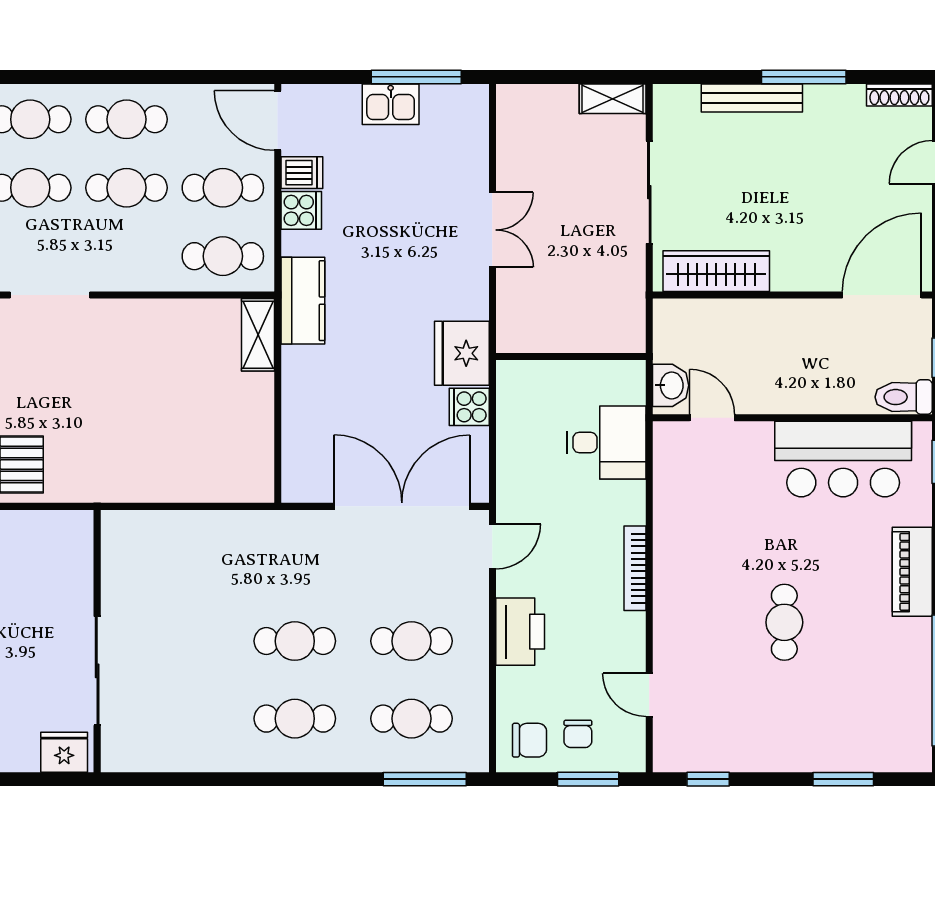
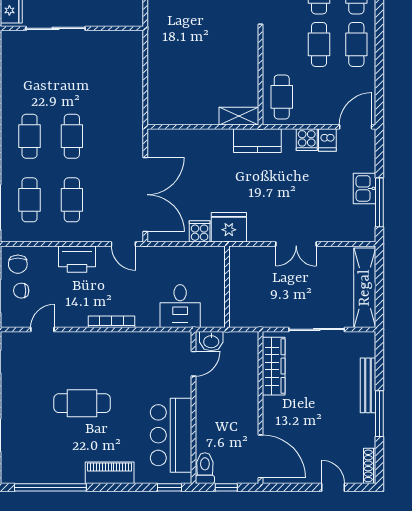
shelving: (613, 99) -> (365, 288), width x2.20, depth x1.33
cafe table: (223, 188) -> (319, 97), removed
cafe table: (784, 622) -> (82, 403), width x1.37, depth x1.35

